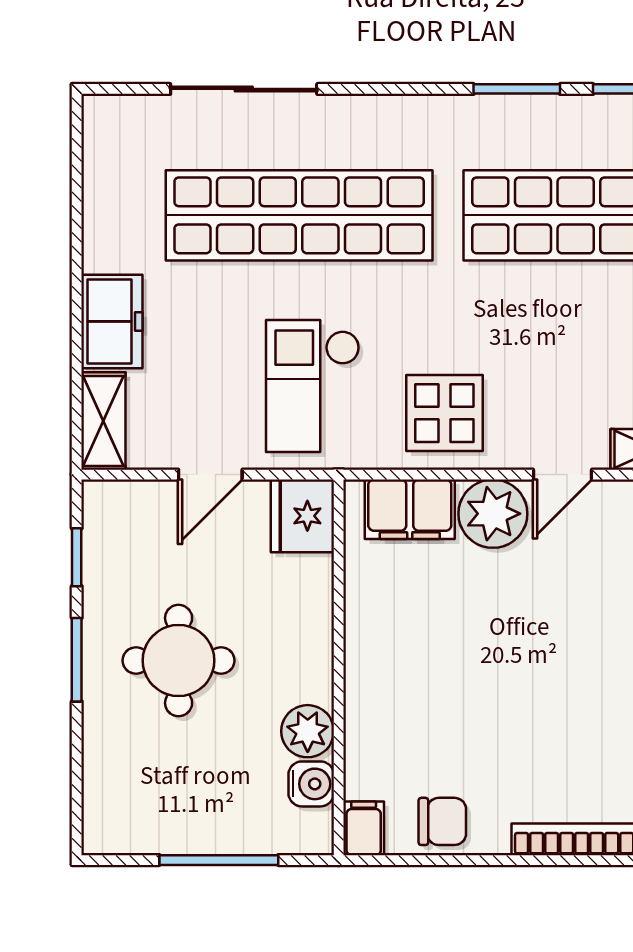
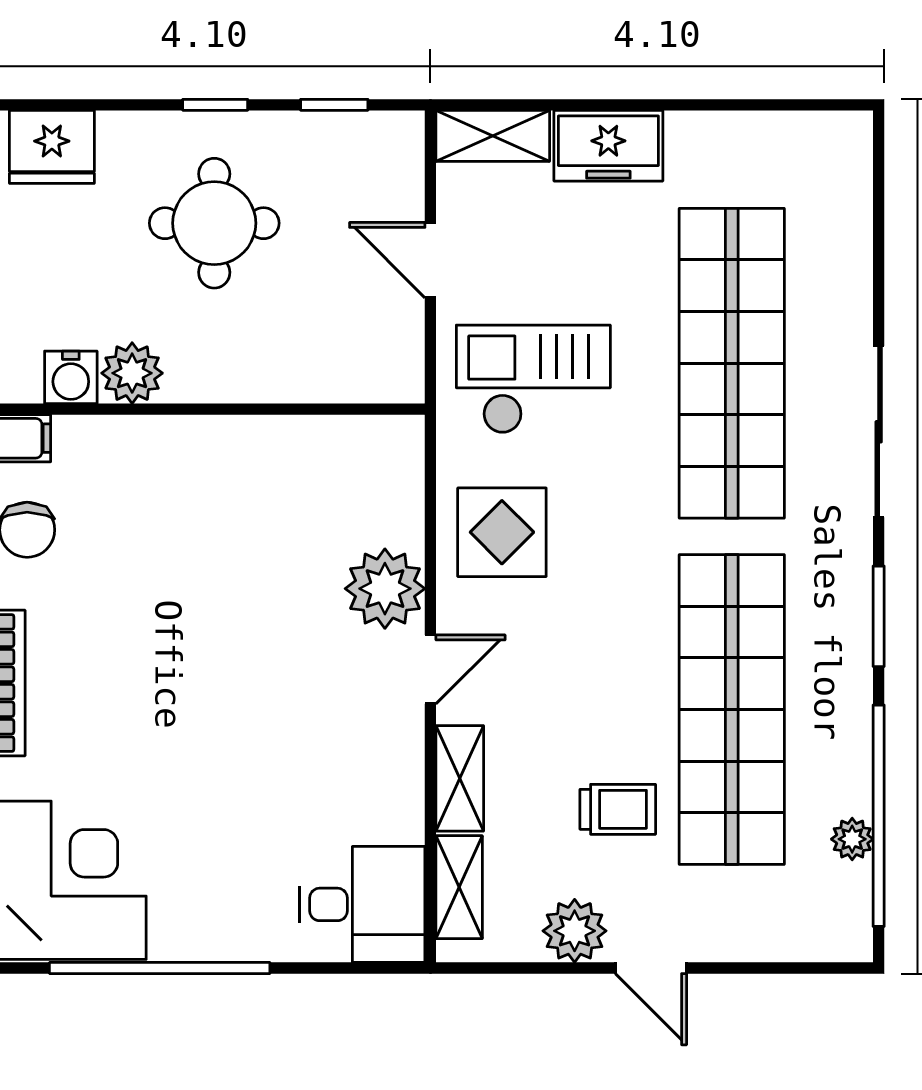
sliding door: (244, 89) -> (879, 432), moved
door: (562, 475) -> (430, 669), swing flipped
filing cabinet: (410, 509) -> (390, 492), removed
fridge: (302, 516) -> (52, 147), moved, turned 180
window: (77, 660) -> (215, 105), width x0.67

